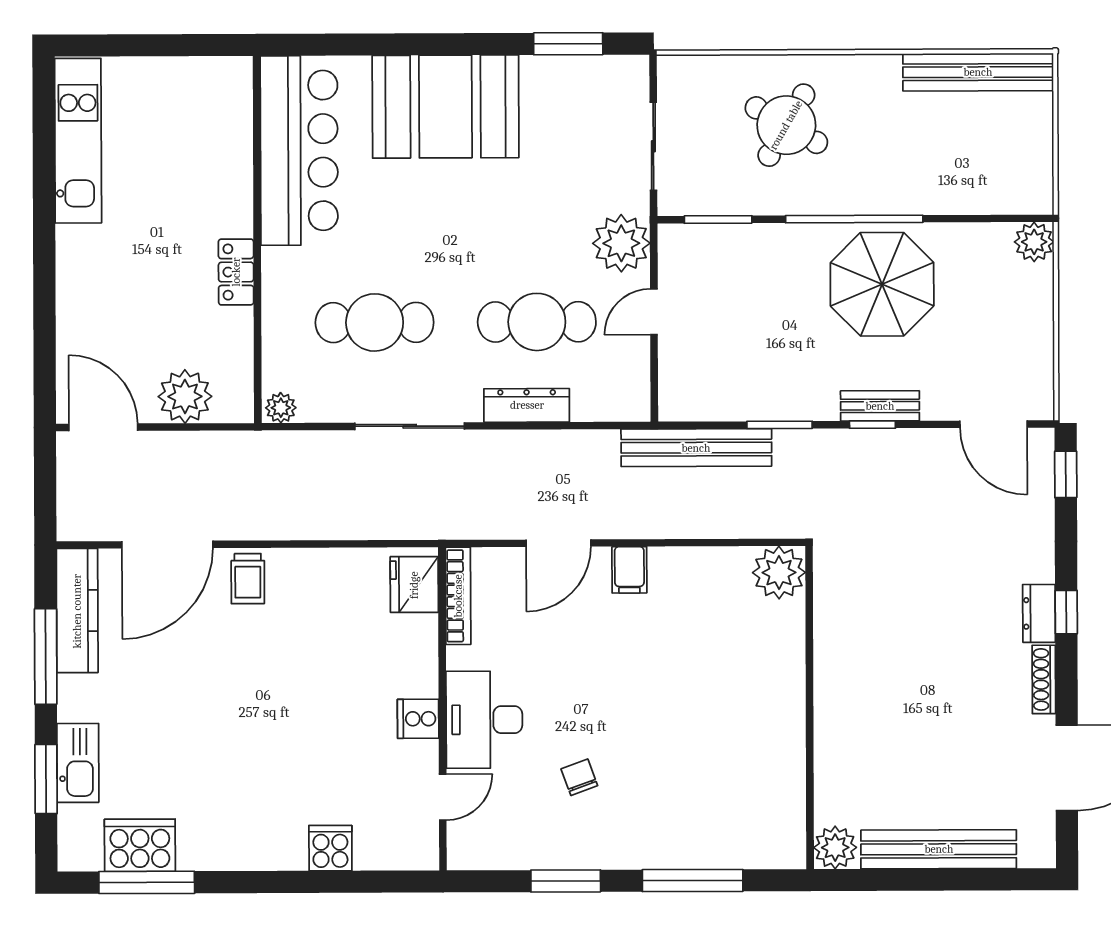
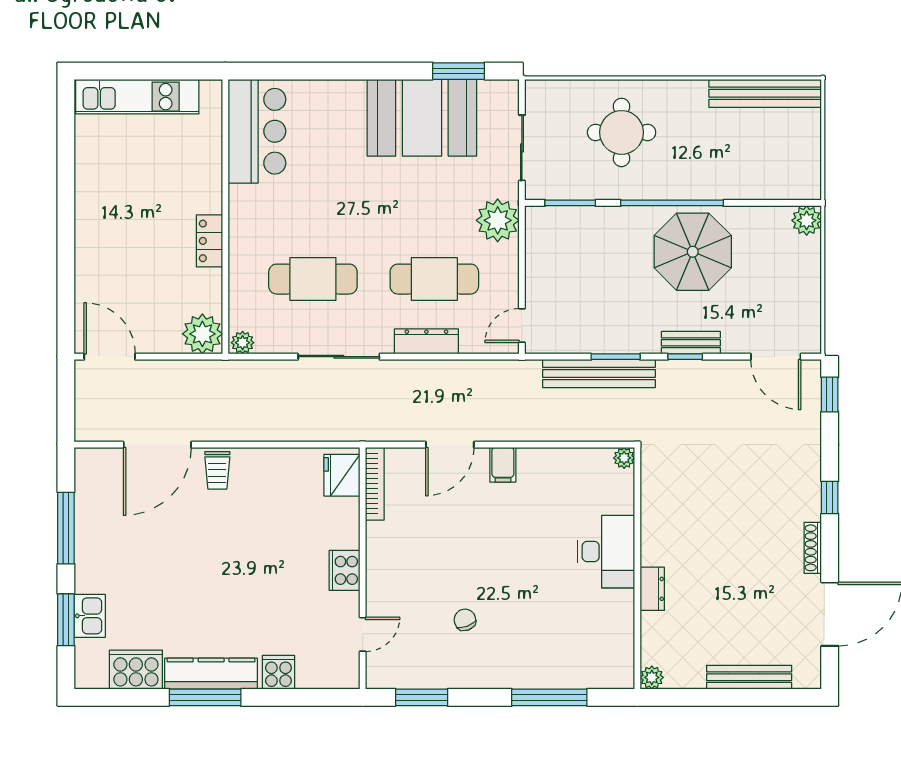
booth: (446, 107) -> (422, 118), moved
round table: (786, 125) -> (622, 132), turned -30
kitchen unit: (78, 141) -> (137, 97), moved, turned 90
bar counter: (299, 150) -> (257, 131), width x0.73
door: (654, 312) -> (522, 326), moved
plant: (185, 396) -> (202, 334), moved
bench: (696, 448) -> (599, 373), moved
plant: (779, 573) -> (624, 458), width x0.53, depth x0.53
kitchen counter: (77, 611) -> (211, 674), moved, turned -90
dresser: (1039, 613) -> (652, 589), moved, turned 180
cooker: (418, 719) -> (344, 570), width x1.36
desk: (484, 720) -> (606, 552), moved, turned 180
kitchen sink: (78, 763) -> (90, 616), width x0.73
plant: (835, 848) -> (652, 677), width x0.73, depth x0.73
bench: (939, 849) -> (749, 677), width x0.73, depth x0.82
window: (566, 881) -> (422, 697), moved
window: (147, 882) -> (205, 697), moved

